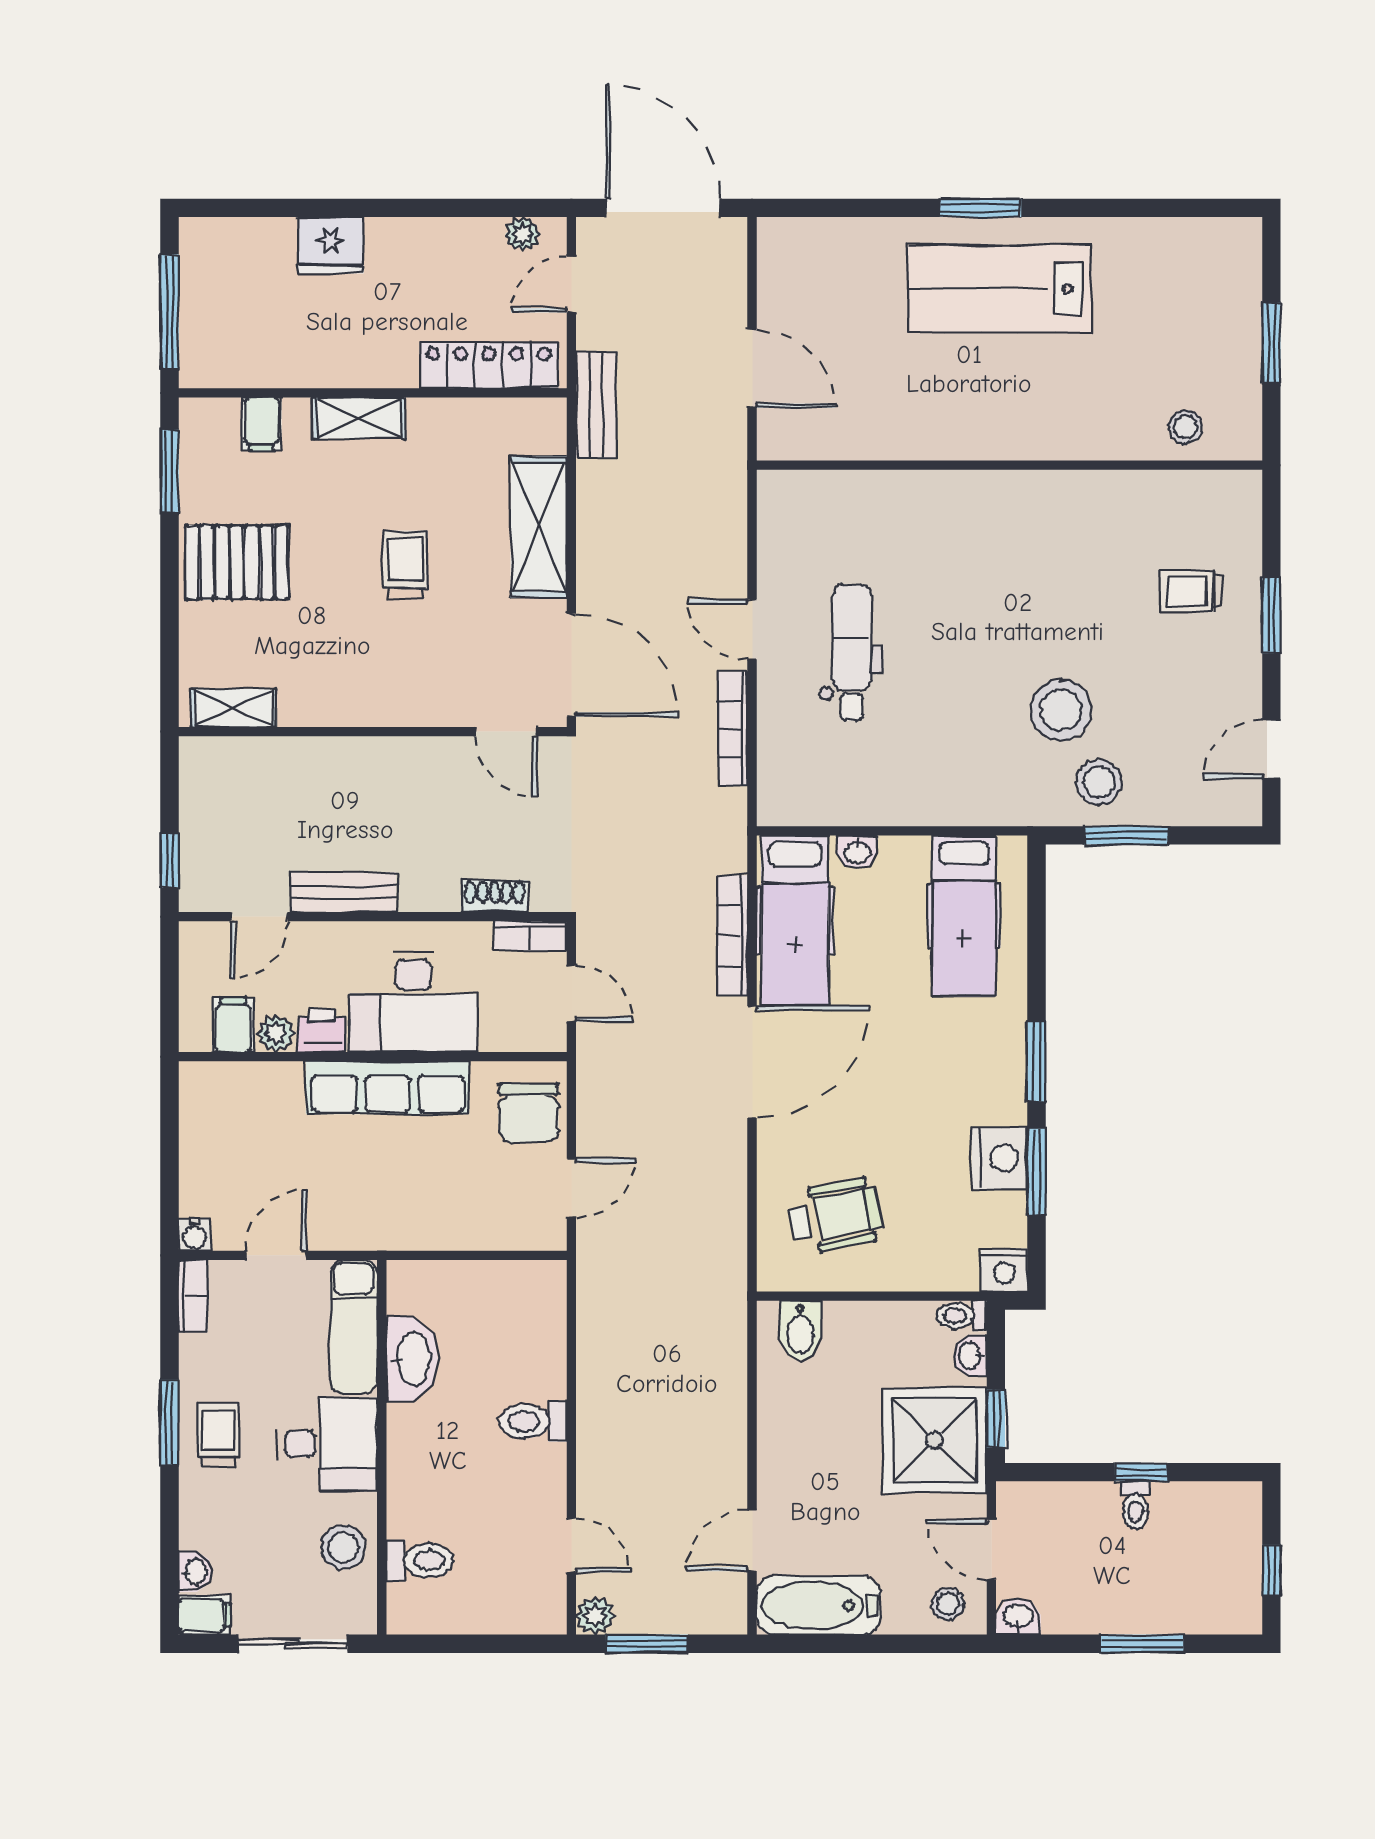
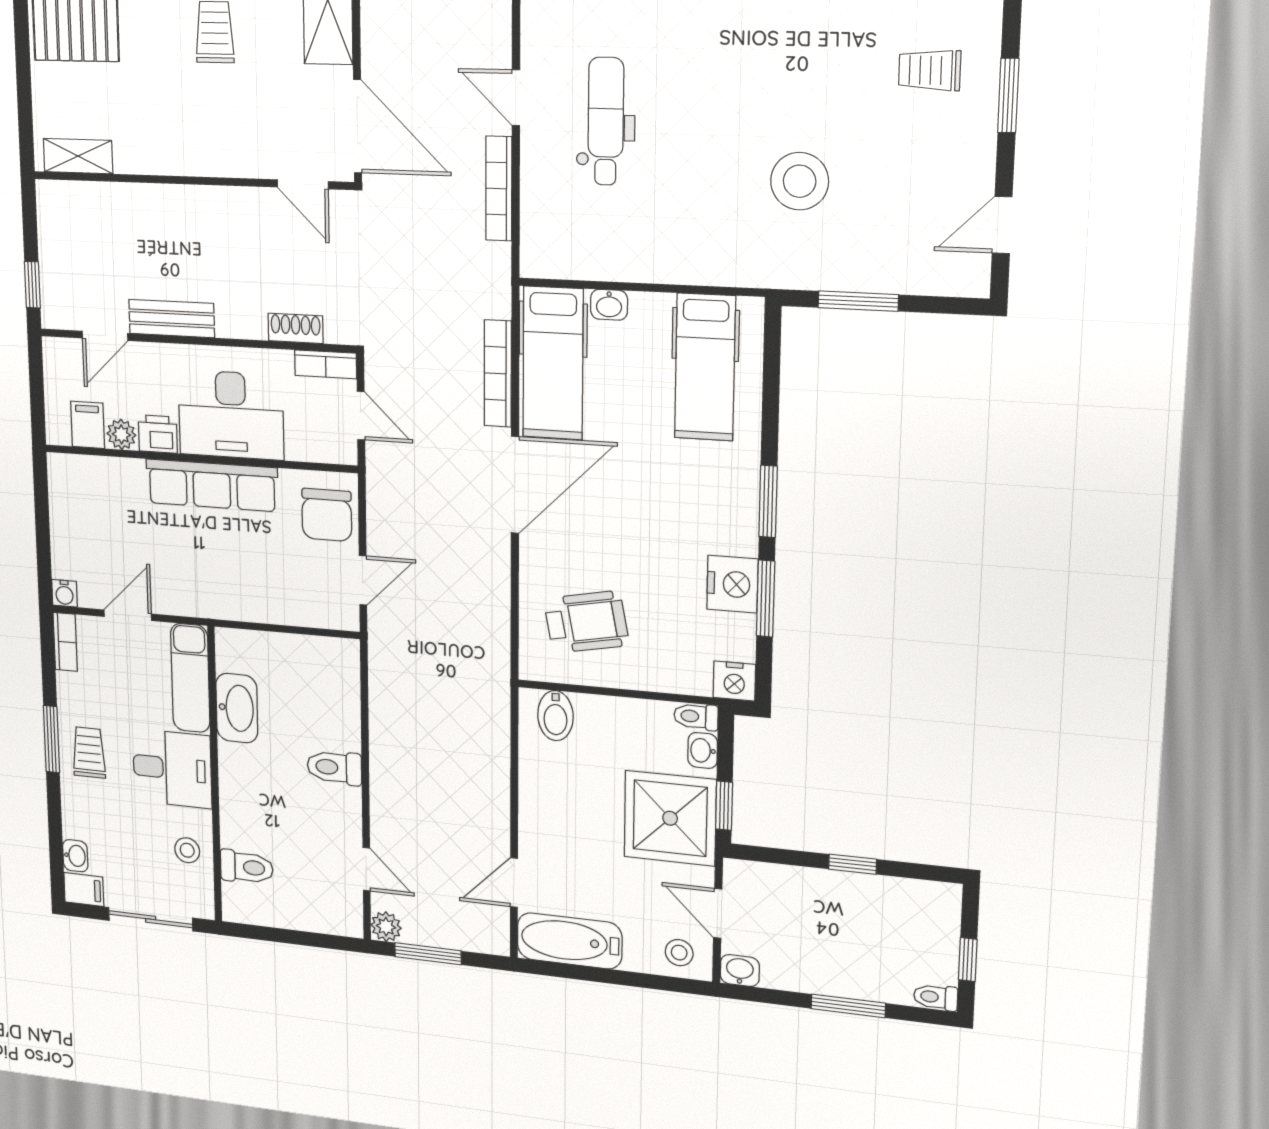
stool: (1099, 782) -> (834, 250), removed
toilet: (1136, 1505) -> (936, 997), moved, turned 90
stool: (343, 1547) -> (187, 850), width x0.73, depth x0.73

